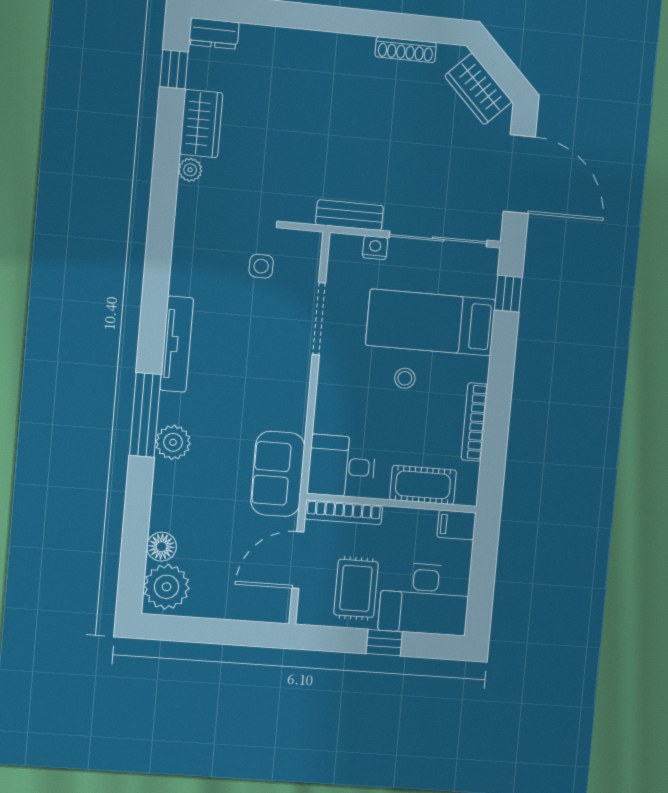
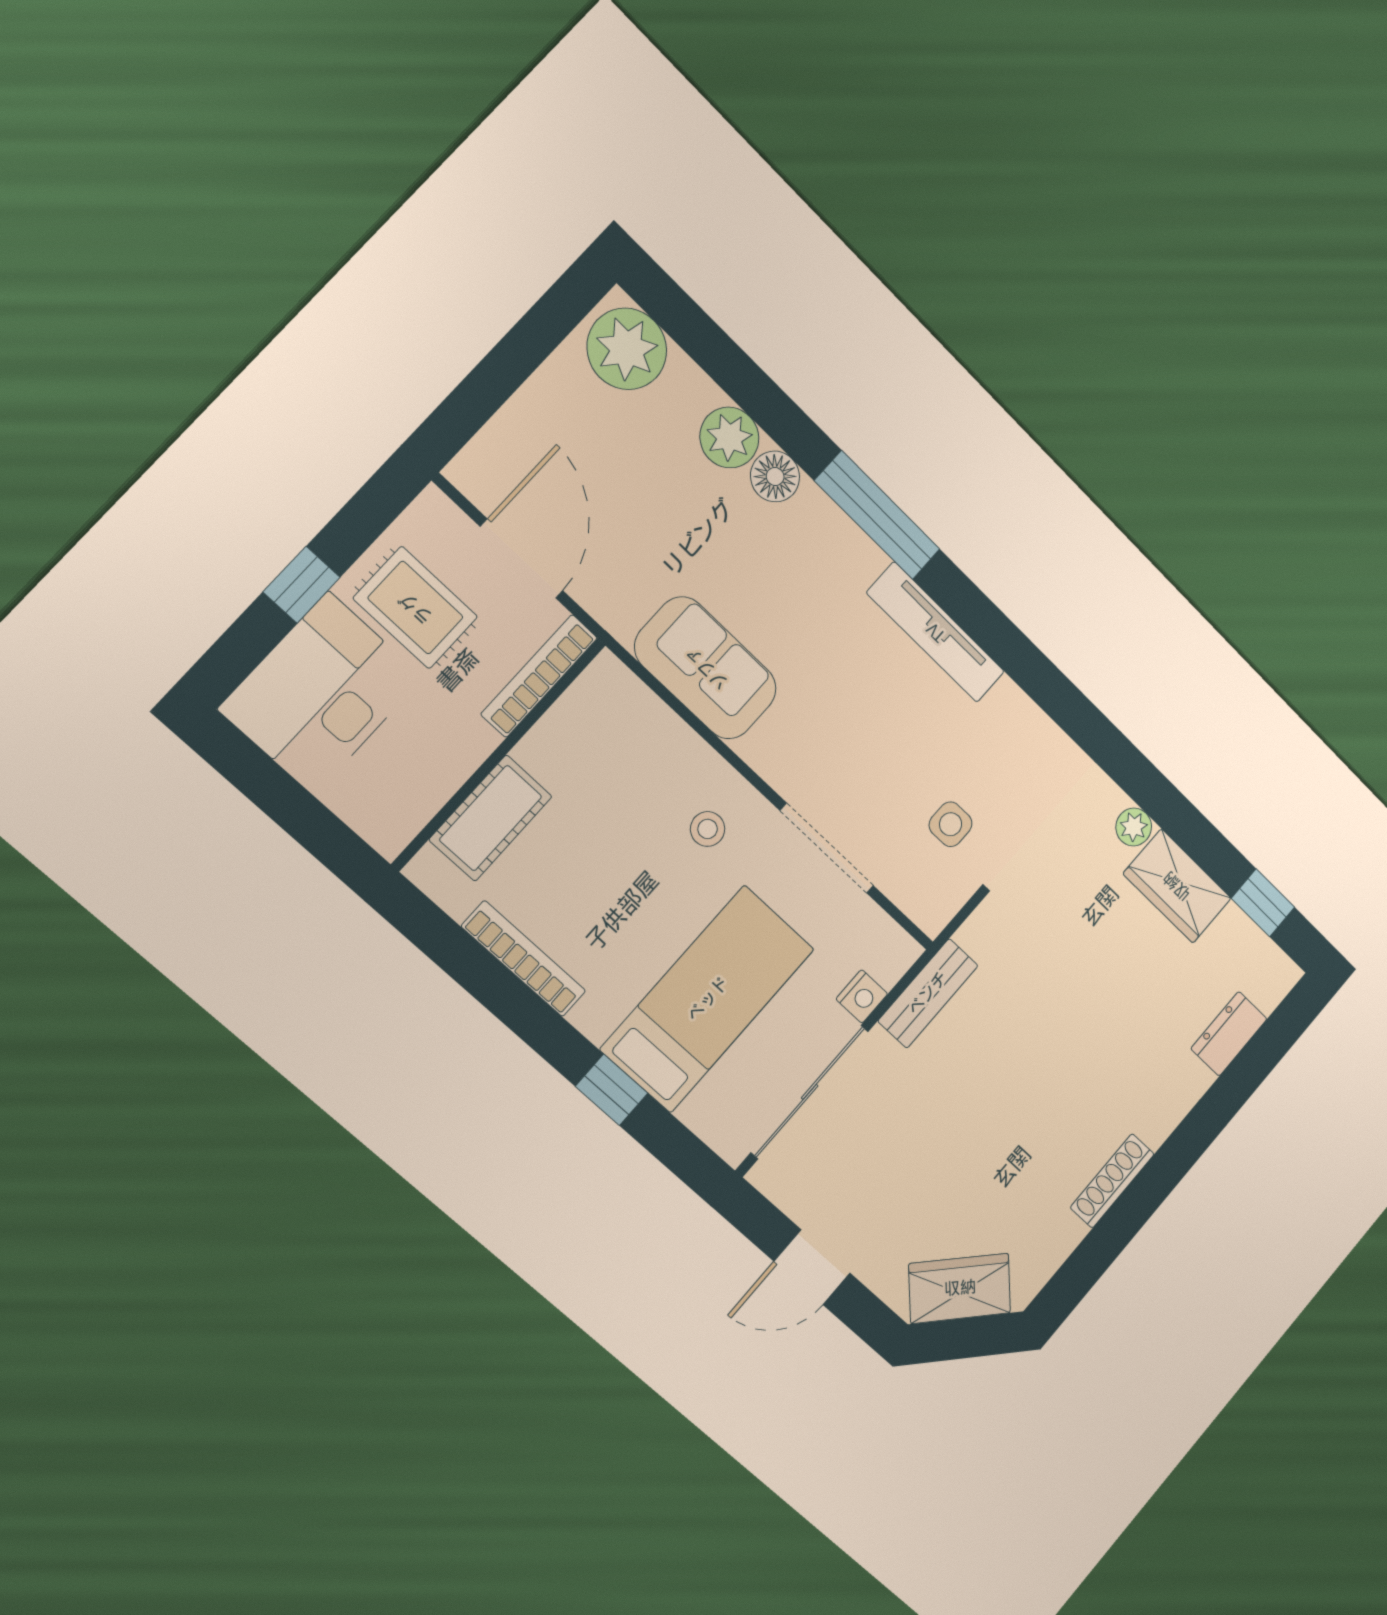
dresser: (214, 33) -> (1229, 1034), moved
shoe rack: (406, 50) -> (1112, 1181), moved
door: (519, 174) -> (812, 1267), width x0.53
window: (508, 294) -> (612, 1090), moved
stool: (405, 378) -> (708, 829), moved
plant: (173, 442) -> (729, 438), moved
desk: (342, 466) -> (606, 724), removed
sofa: (278, 474) -> (706, 668), moved
filing cabinet: (457, 525) -> (395, 822), removed
floor lamp: (162, 547) -> (775, 476), moved

